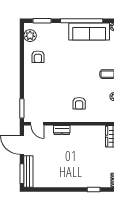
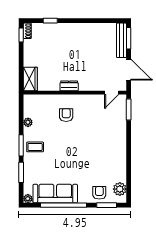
armchair: (38, 57) -> (99, 193), moved
door: (37, 124) -> (112, 93), swing flipped
dresser: (62, 130) -> (69, 86), moved

